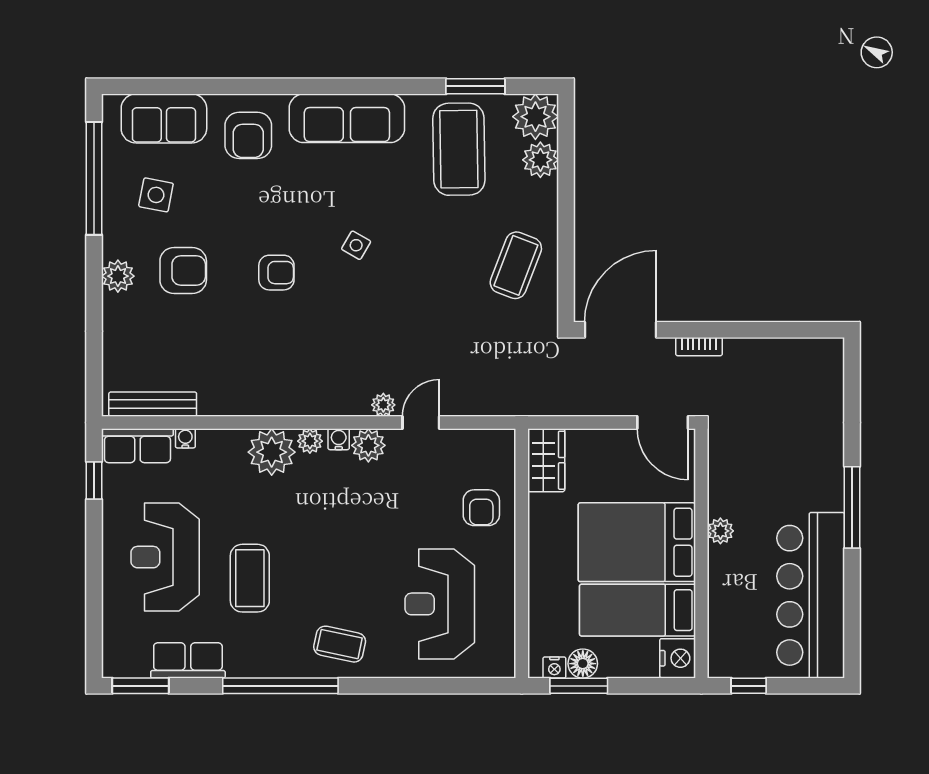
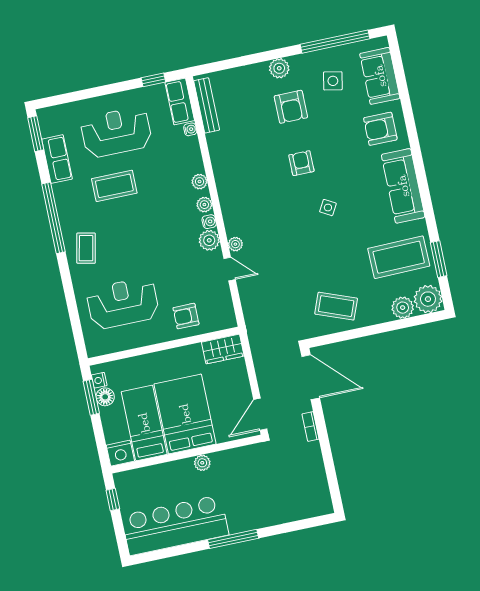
armchair: (276, 273) -> (301, 163), turned 180
plant: (272, 452) -> (199, 182), width x0.53, depth x0.53

